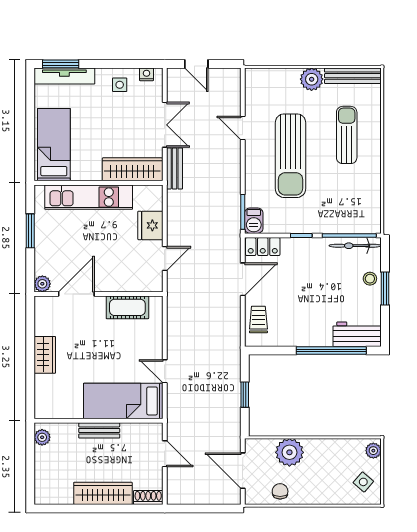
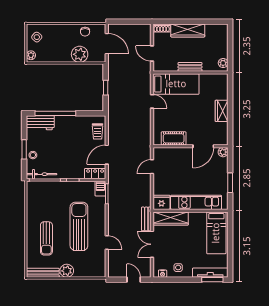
fridge: (150, 225) -> (161, 202), moved, turned -90

